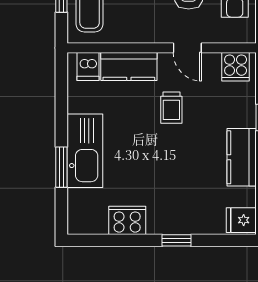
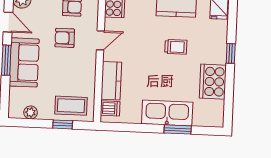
trolley: (171, 108) -> (176, 47), moved
cooker: (127, 220) -> (213, 82), width x1.37, depth x1.31

